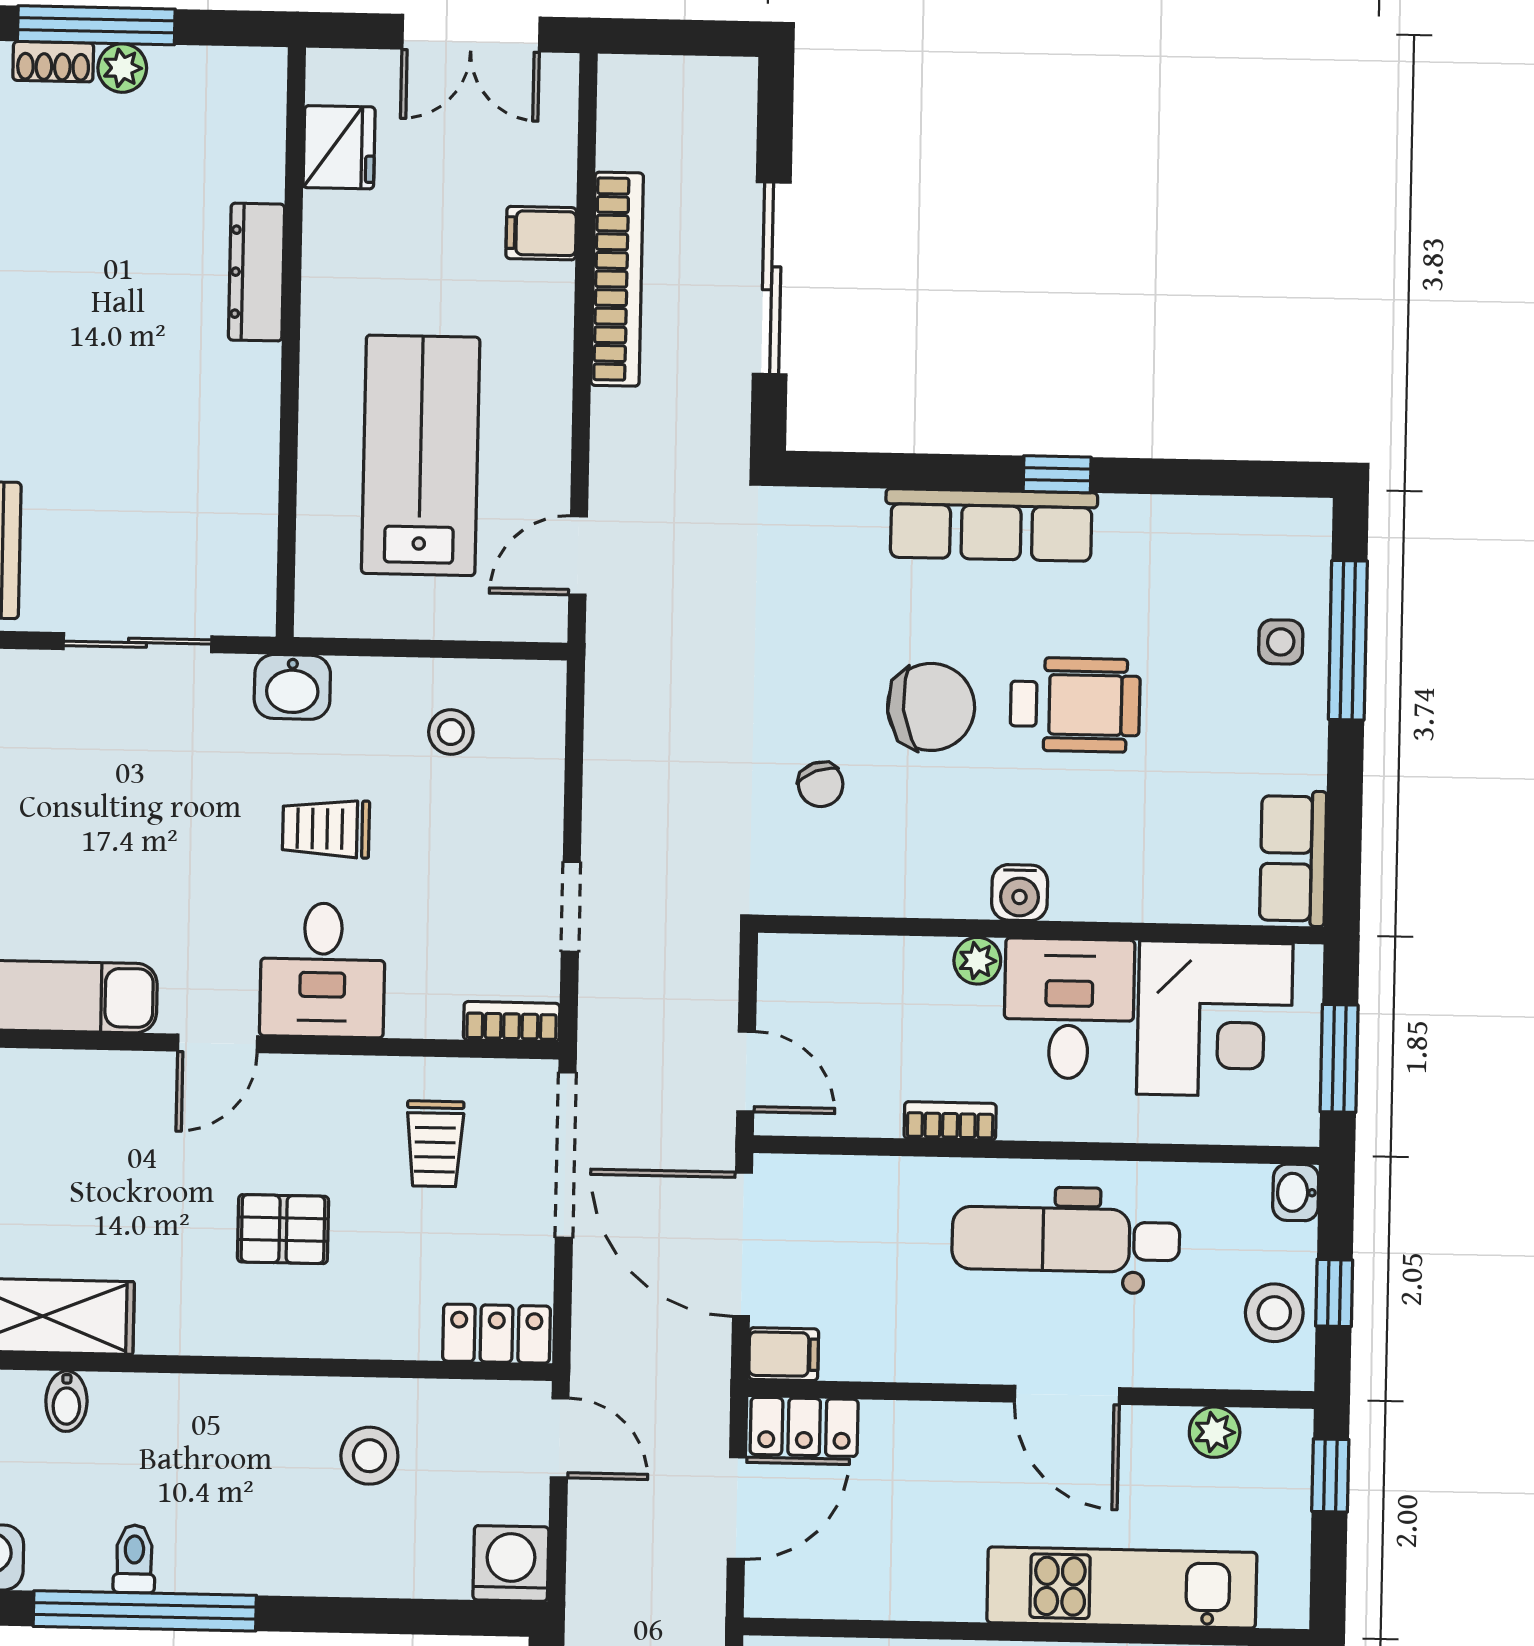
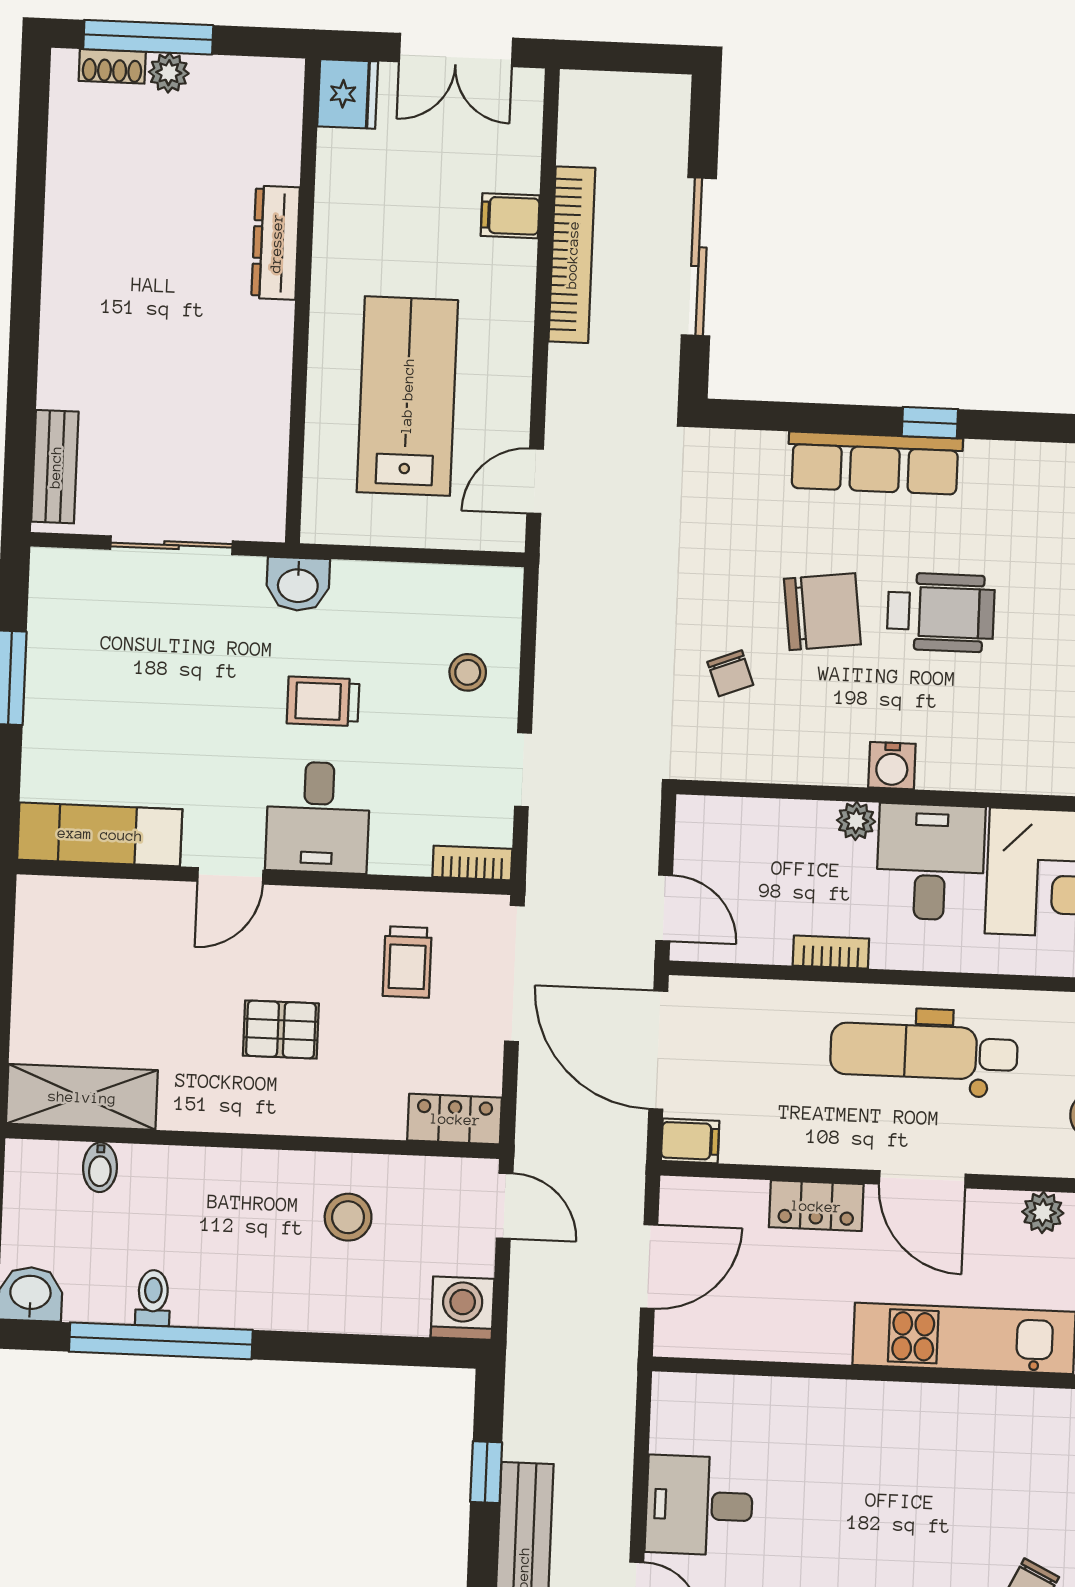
fridge: (339, 147) -> (348, 94), moved
stool: (451, 732) -> (468, 672), moved
locker: (804, 1427) -> (816, 1206), moved

